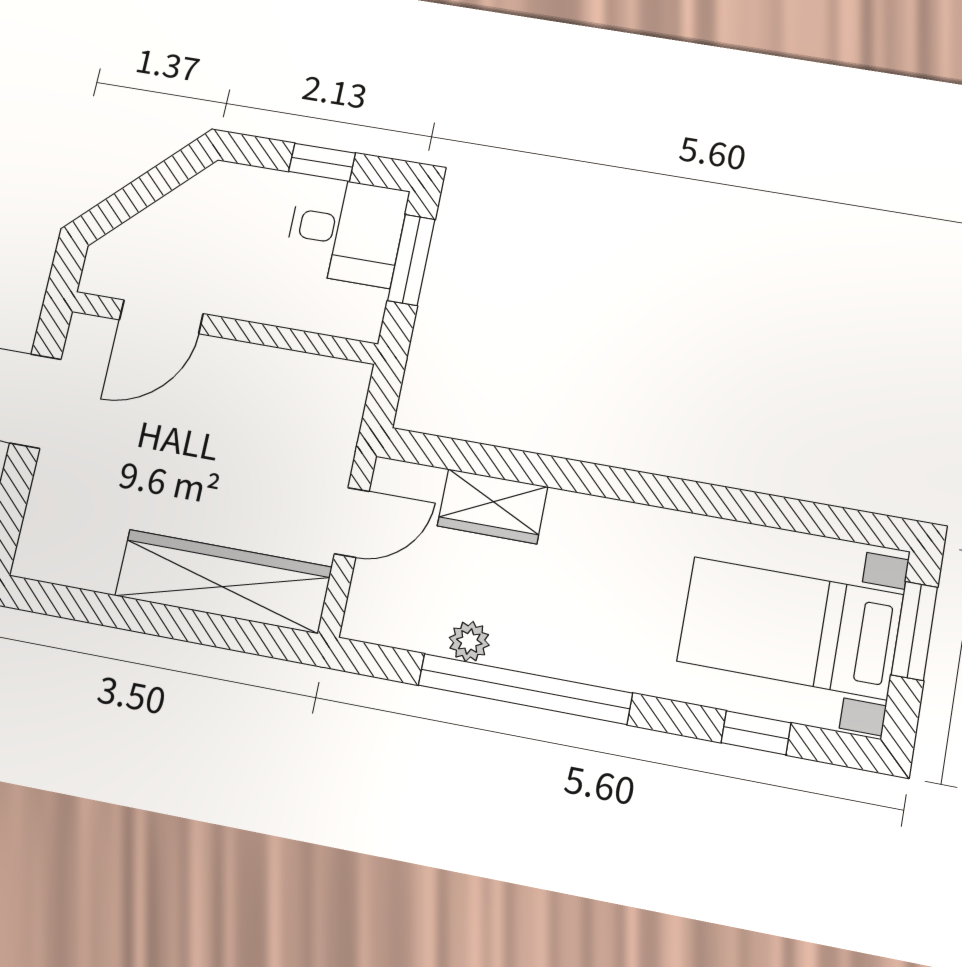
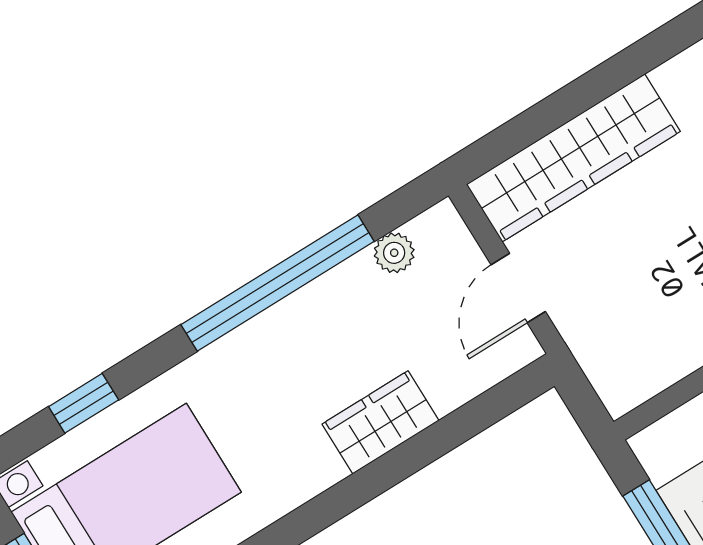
wardrobe: (492, 506) -> (380, 422), moved
plant: (469, 641) -> (394, 253), moved

